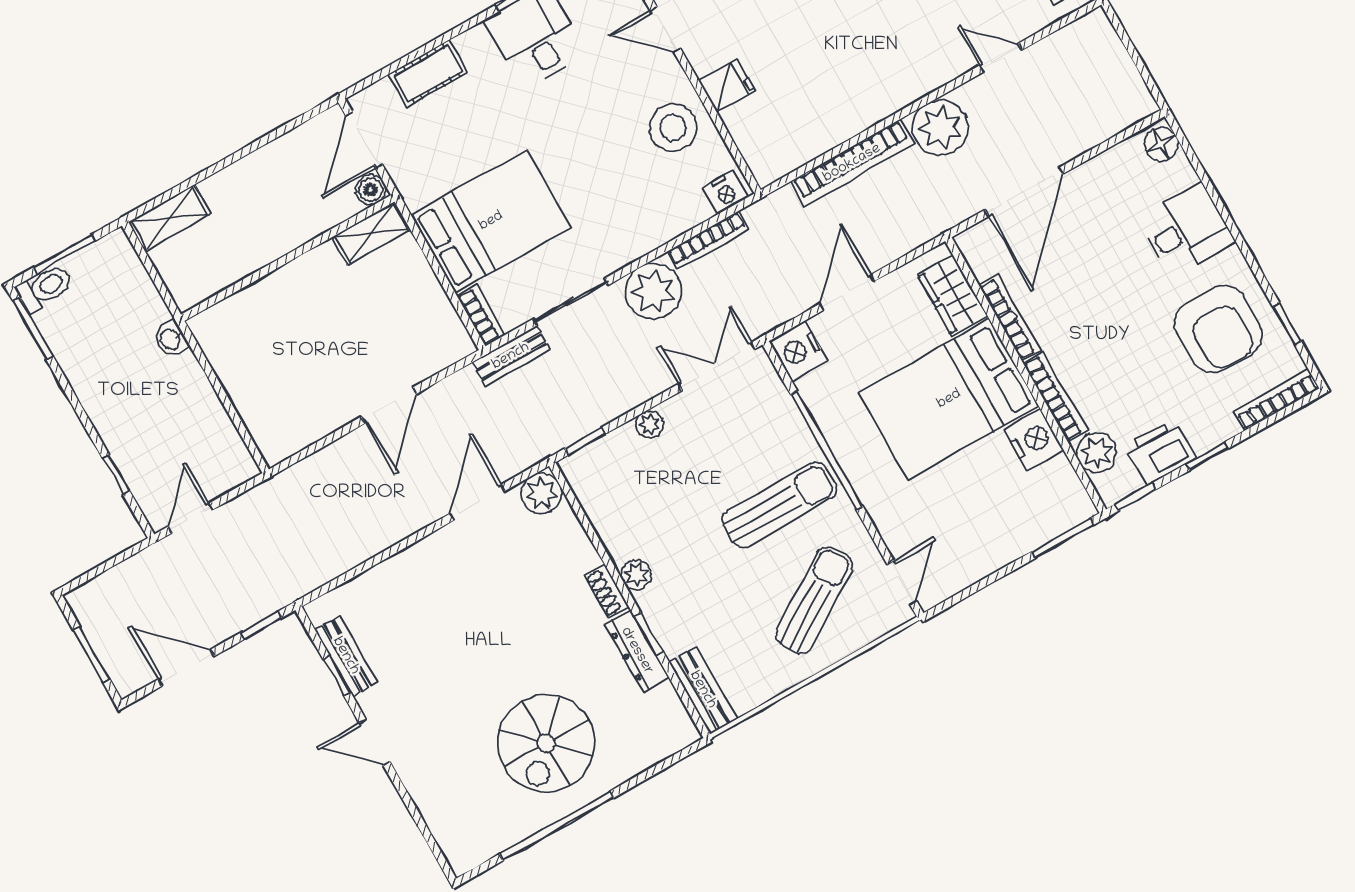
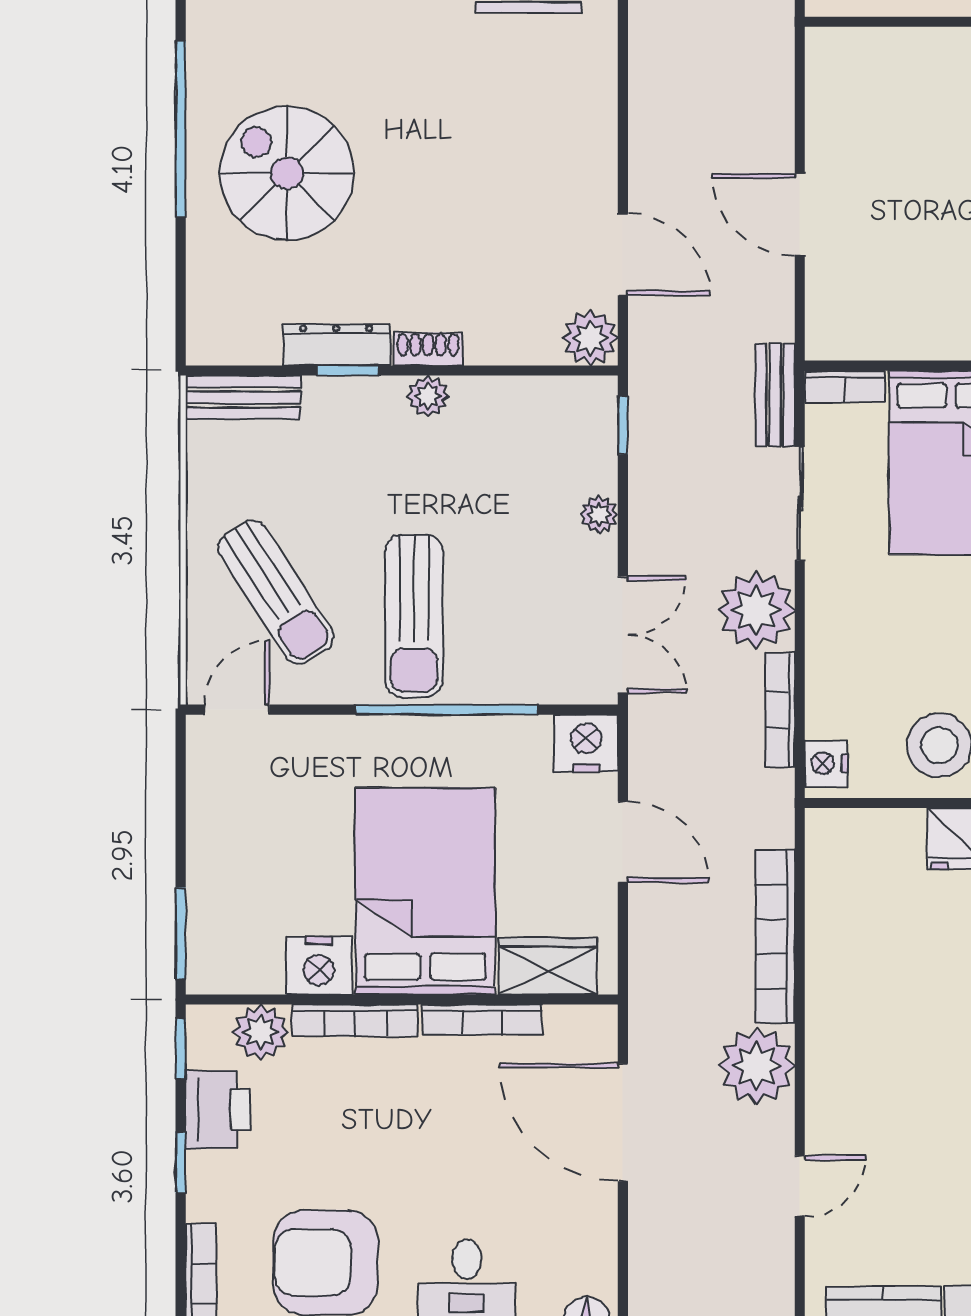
door: (902, 583) -> (237, 710), swing flipped

